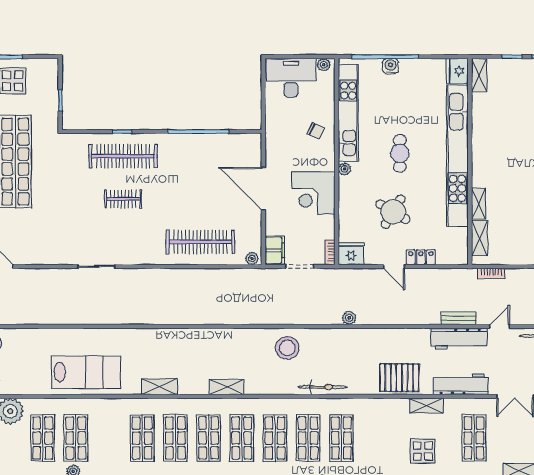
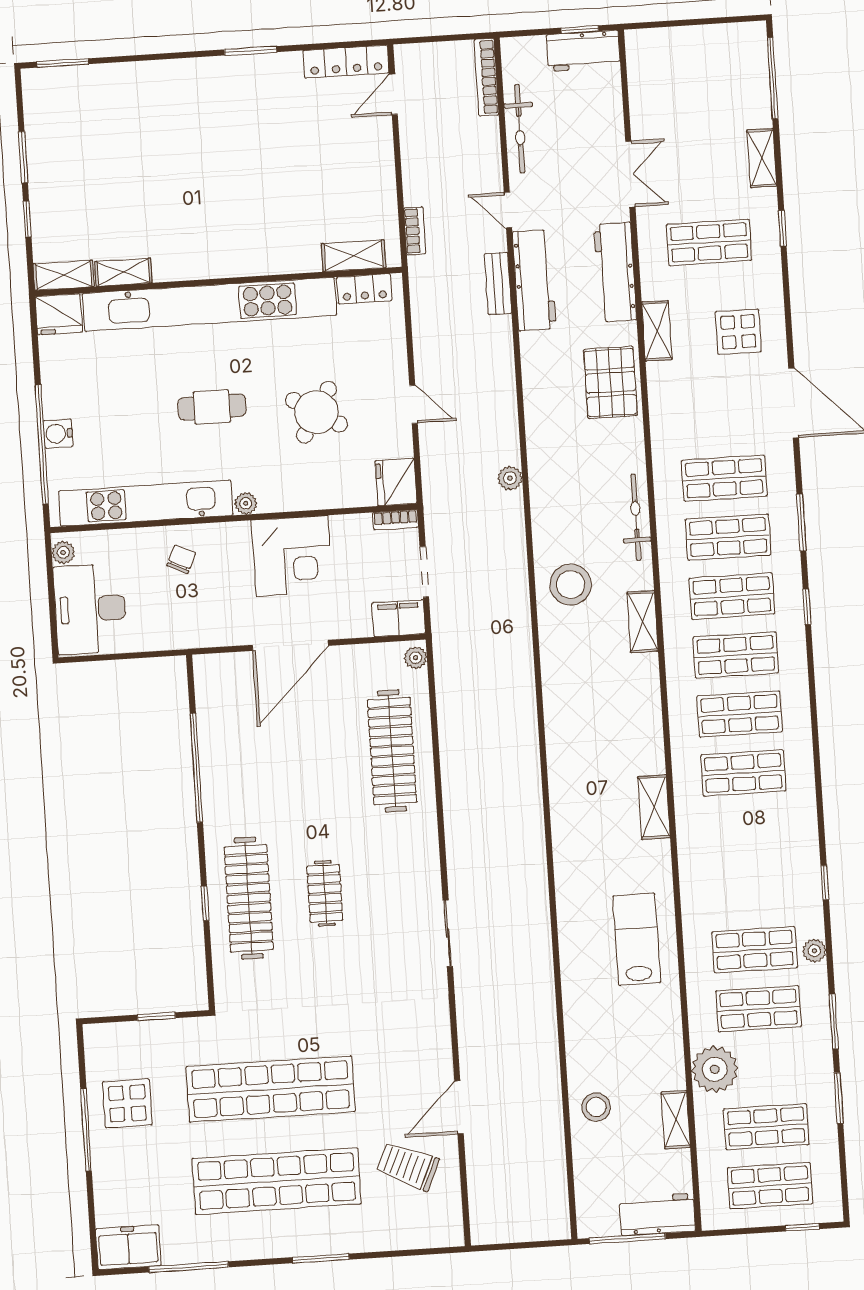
shelving: (479, 204) -> (123, 272), moved
locker: (421, 257) -> (364, 289), moved, turned -90
door: (394, 266) -> (413, 404), hinge flipped
lab bench: (86, 372) -> (637, 939), width x0.73, depth x0.72
shelving: (227, 387) -> (643, 622), moved
shop shelf: (142, 438) -> (747, 832), removed

